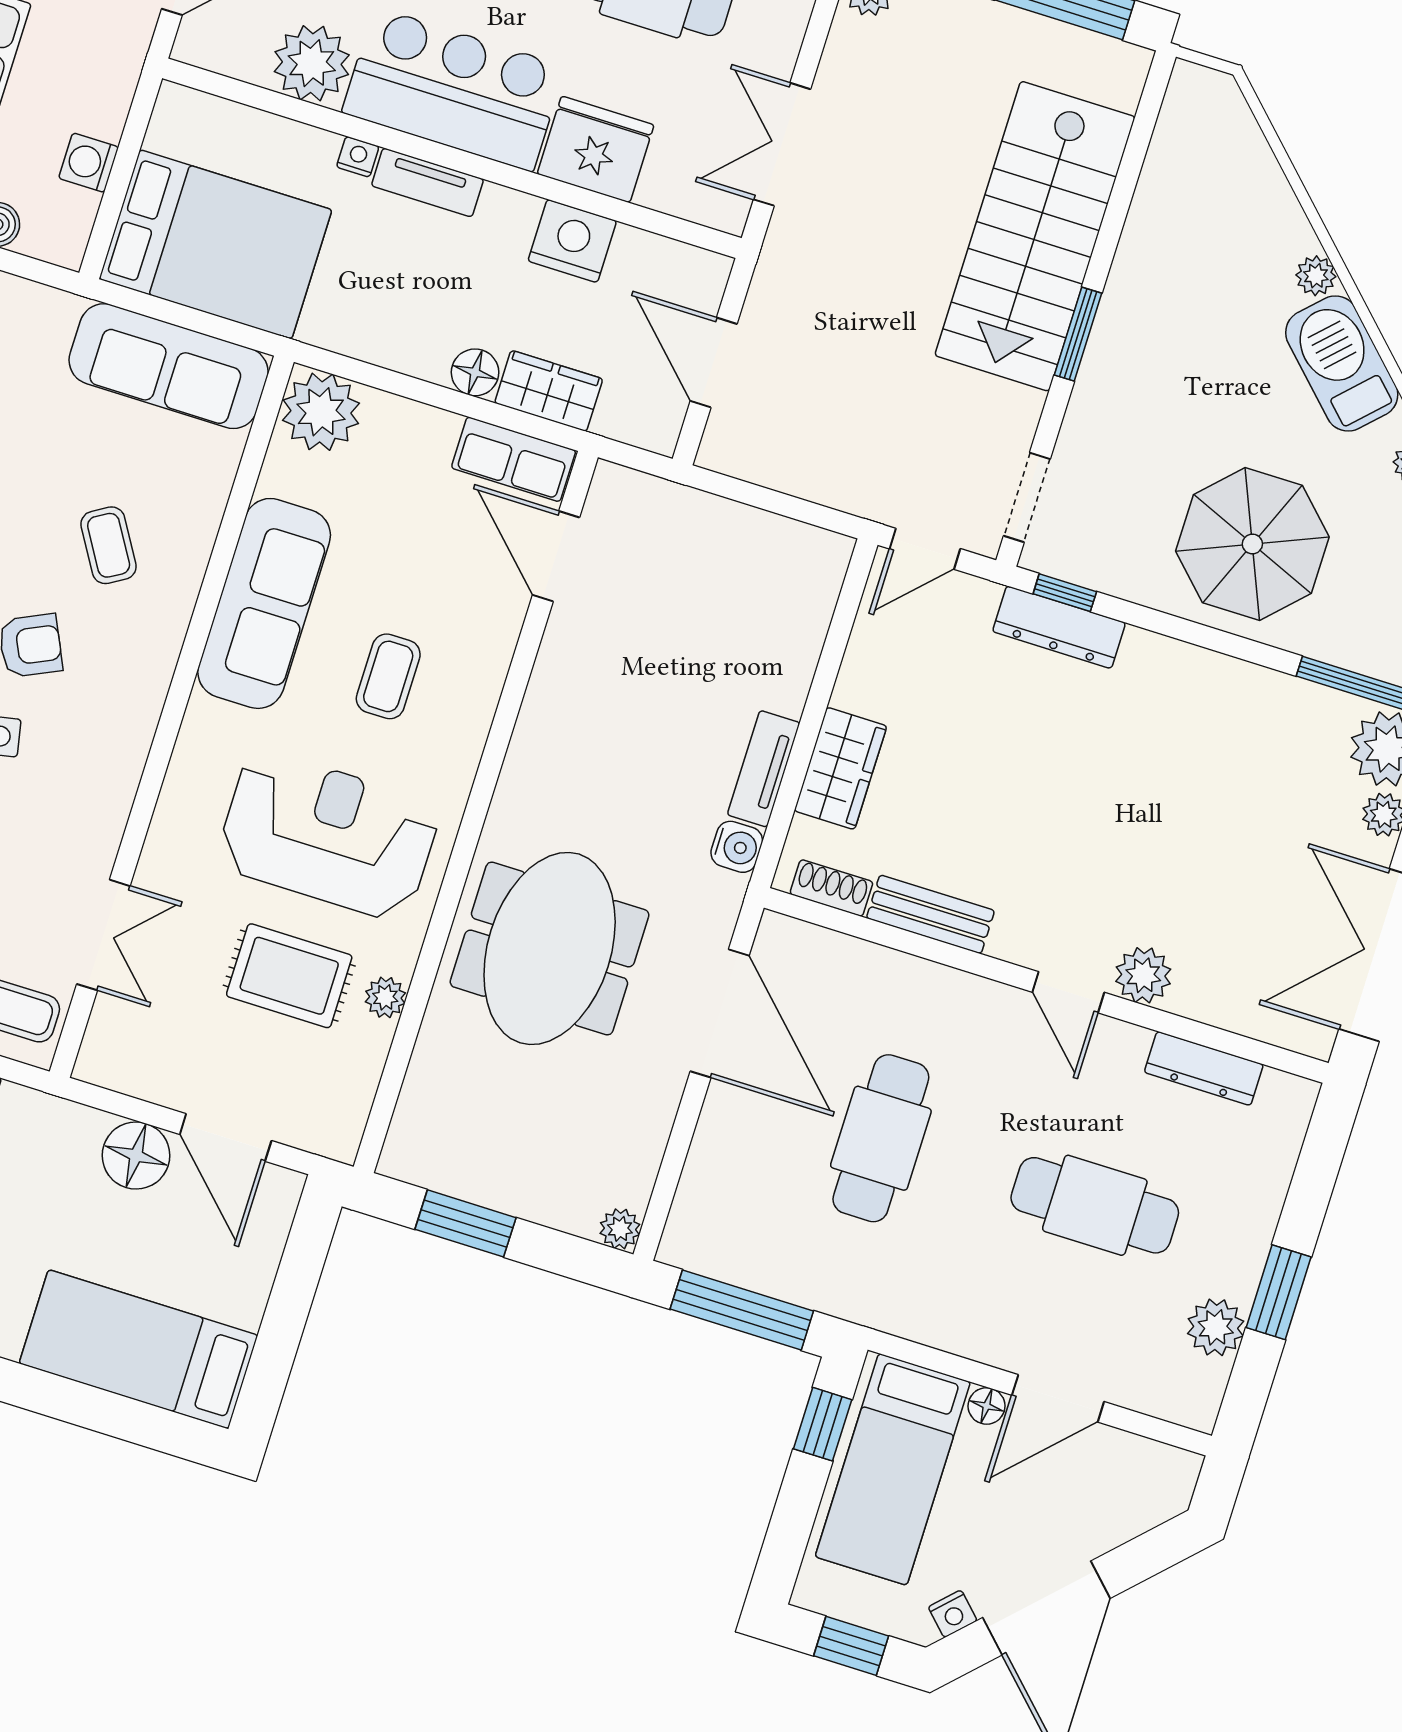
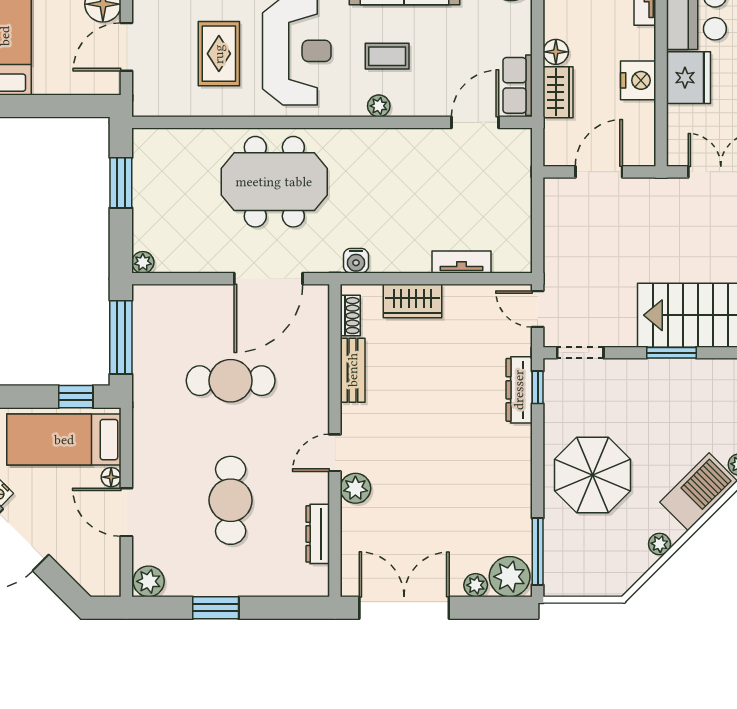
tv unit: (764, 769) -> (461, 262), moved
plant: (385, 997) -> (379, 106), moved
plant: (1216, 1327) -> (149, 581), moved

